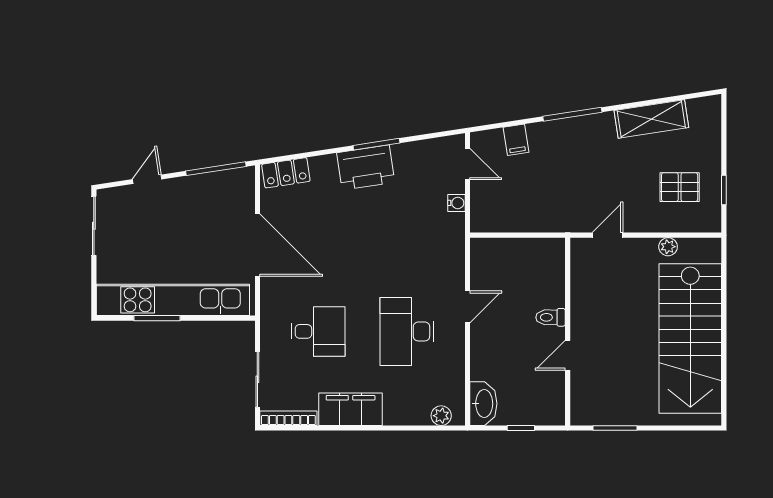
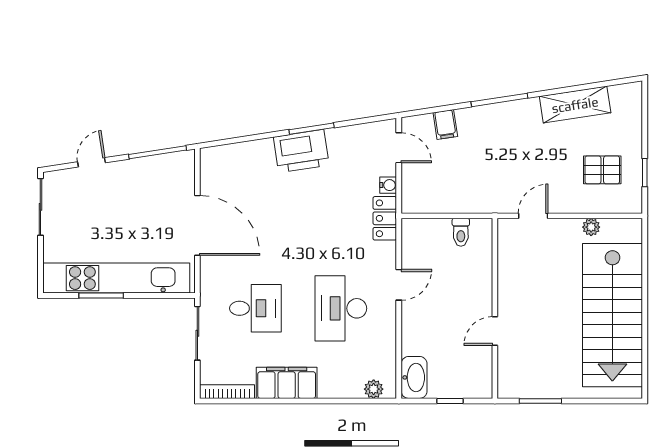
locker: (286, 173) -> (385, 218), moved, turned 99
toilet: (551, 317) -> (461, 232), moved, turned -90
sliding door: (257, 379) -> (197, 333), moved

